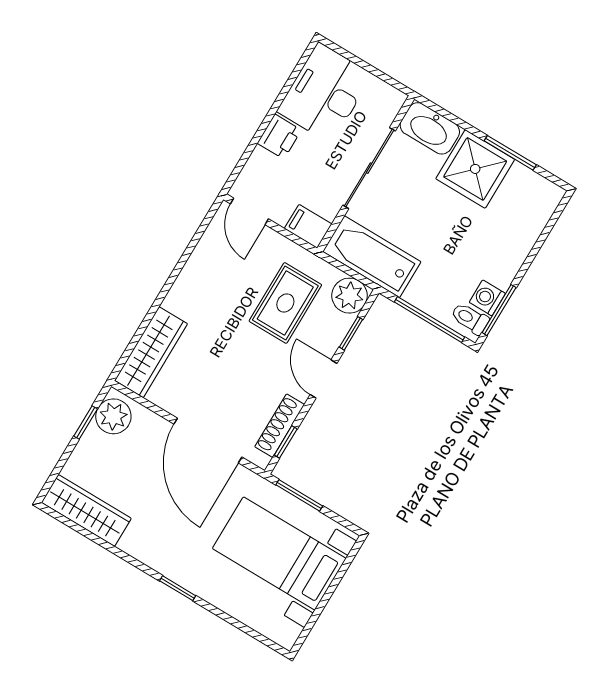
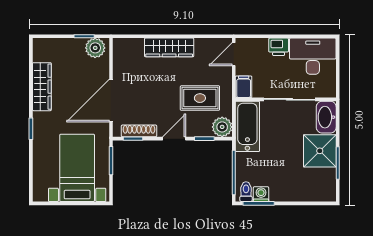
wardrobe: (151, 352) -> (169, 47), moved
wardrobe: (86, 510) -> (42, 87), moved

